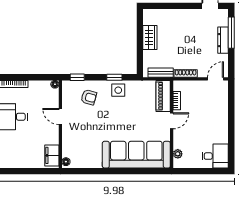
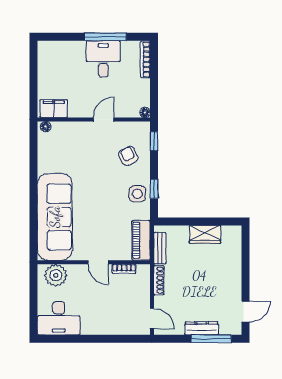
piano: (163, 96) -> (141, 240), moved, turned -90
armchair: (89, 97) -> (128, 156), turned 137
plant: (178, 154) -> (56, 275), width x1.87, depth x1.87
desk: (215, 156) -> (59, 318), width x1.37

